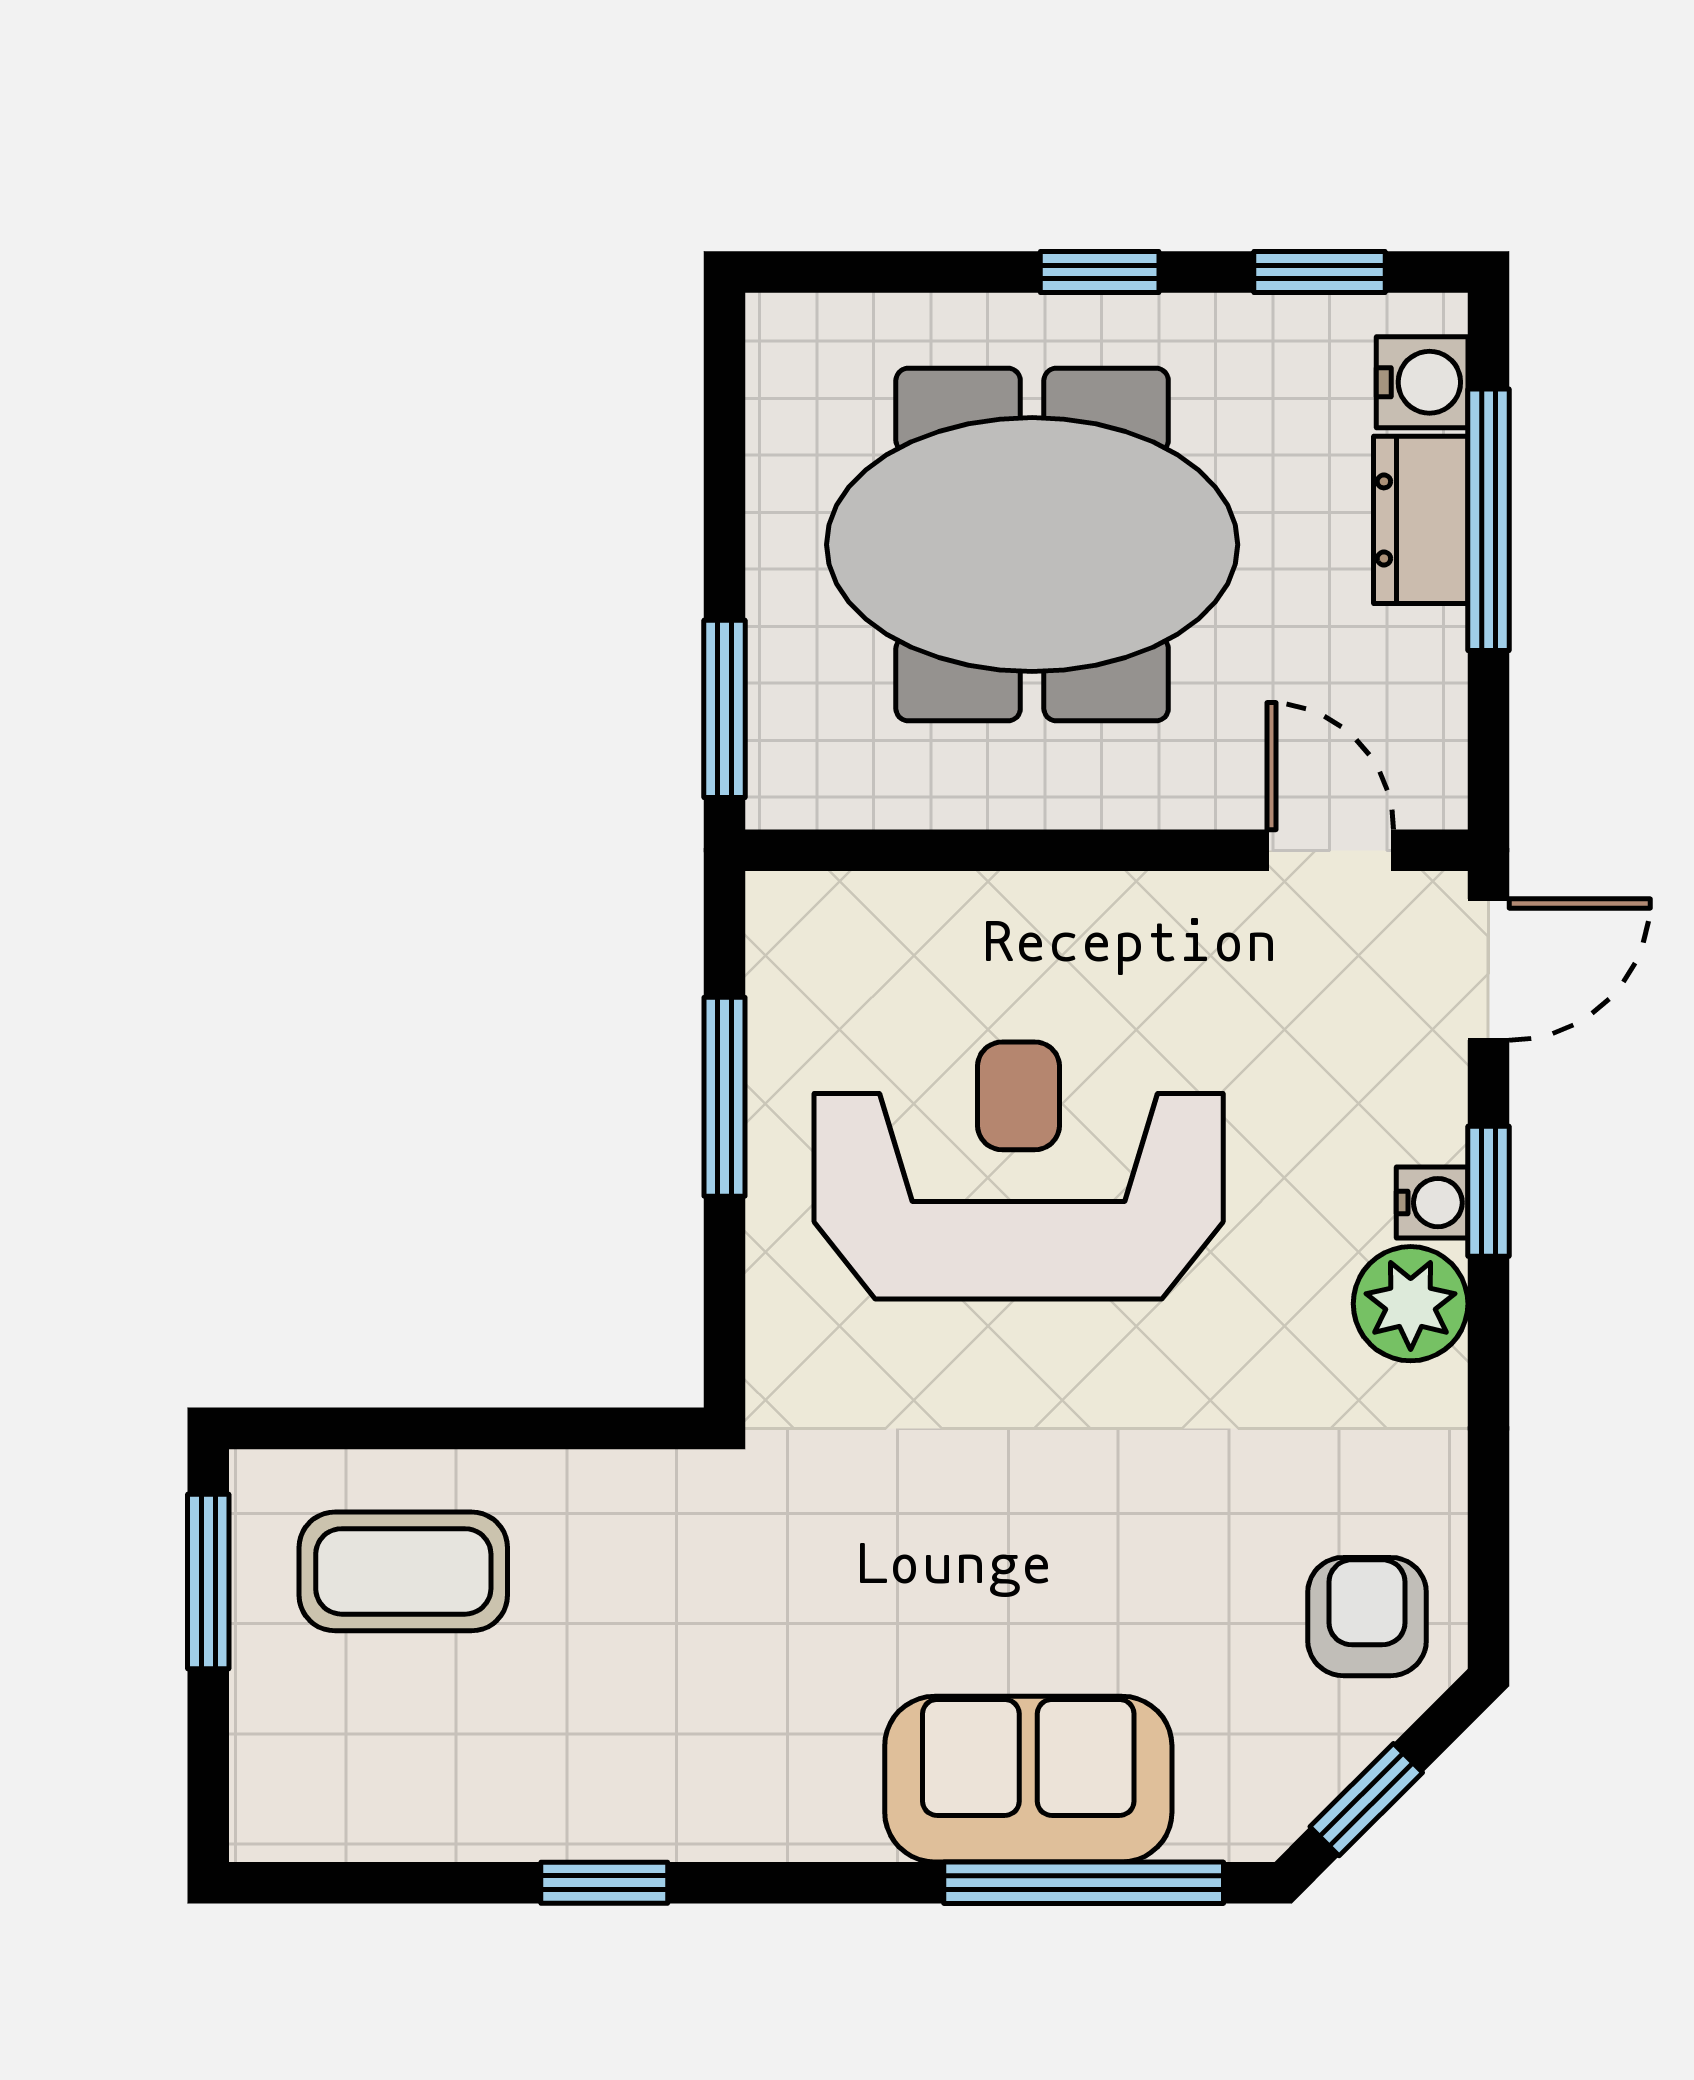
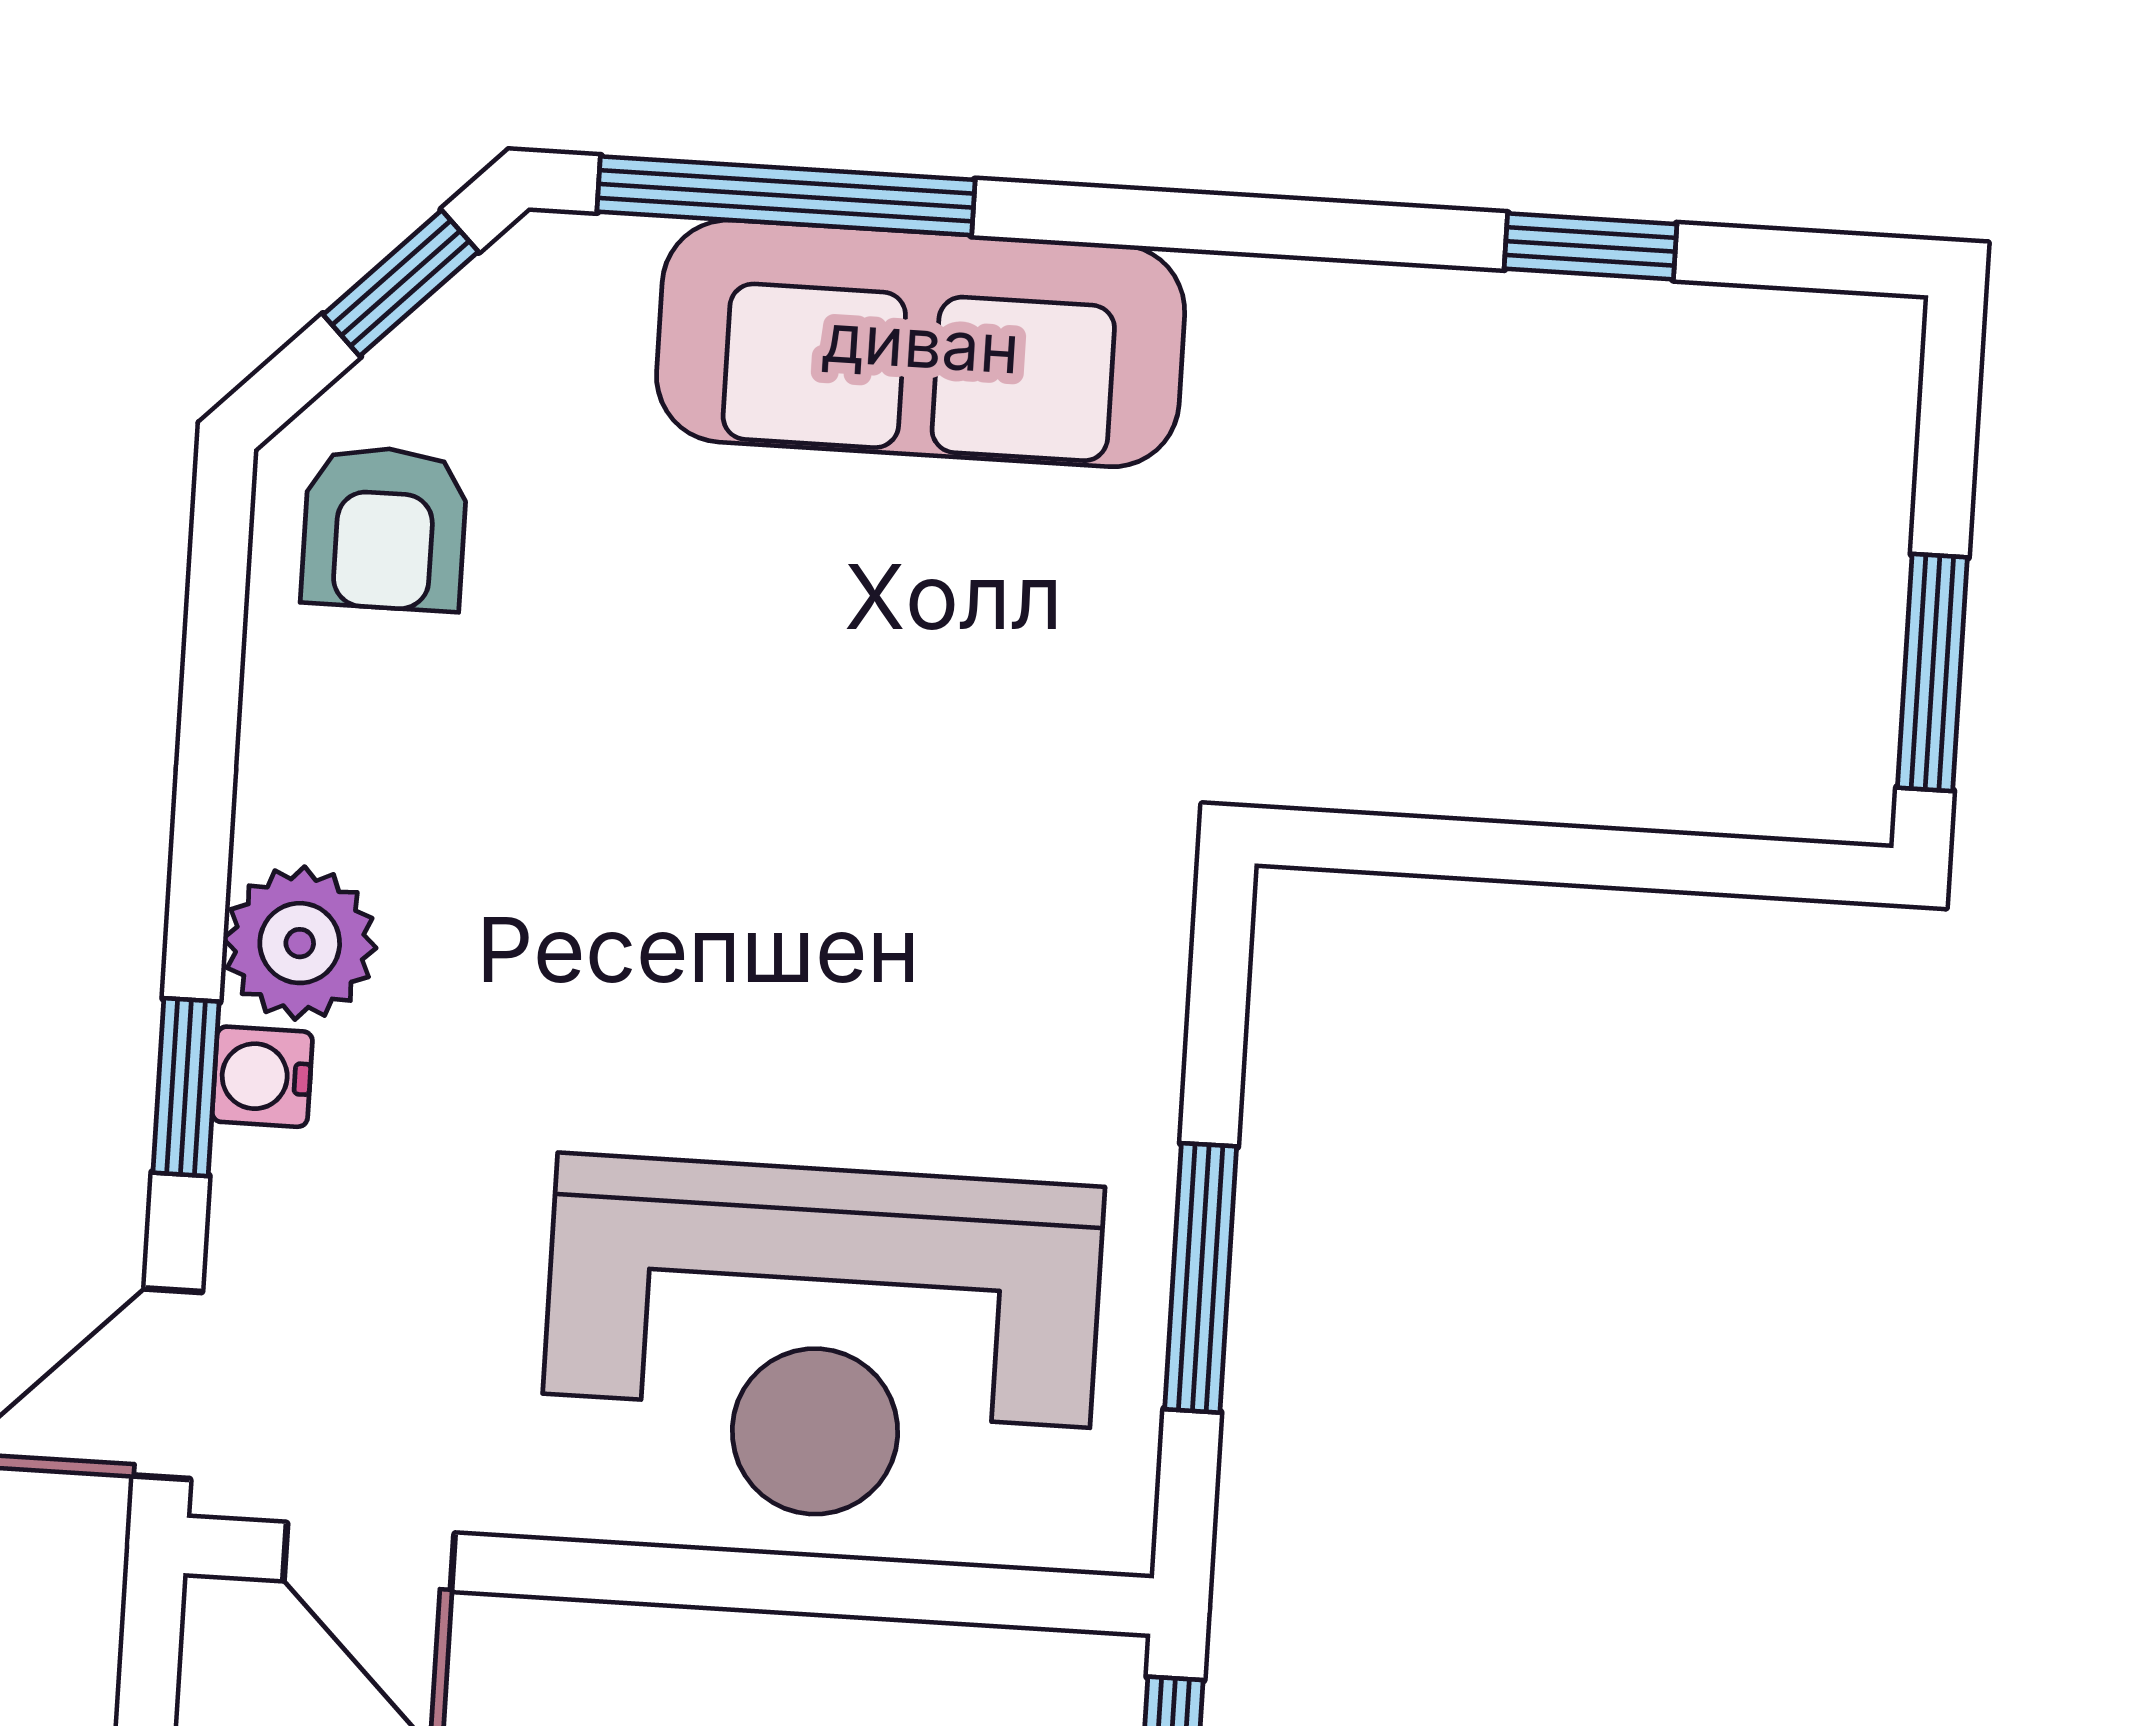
reception desk: (1019, 1170) -> (821, 1342), moved
coffee table: (403, 1571) -> (1670, 670), removed
sofa: (1028, 1779) -> (921, 343), width x1.36
window: (604, 1883) -> (1591, 246), moved

